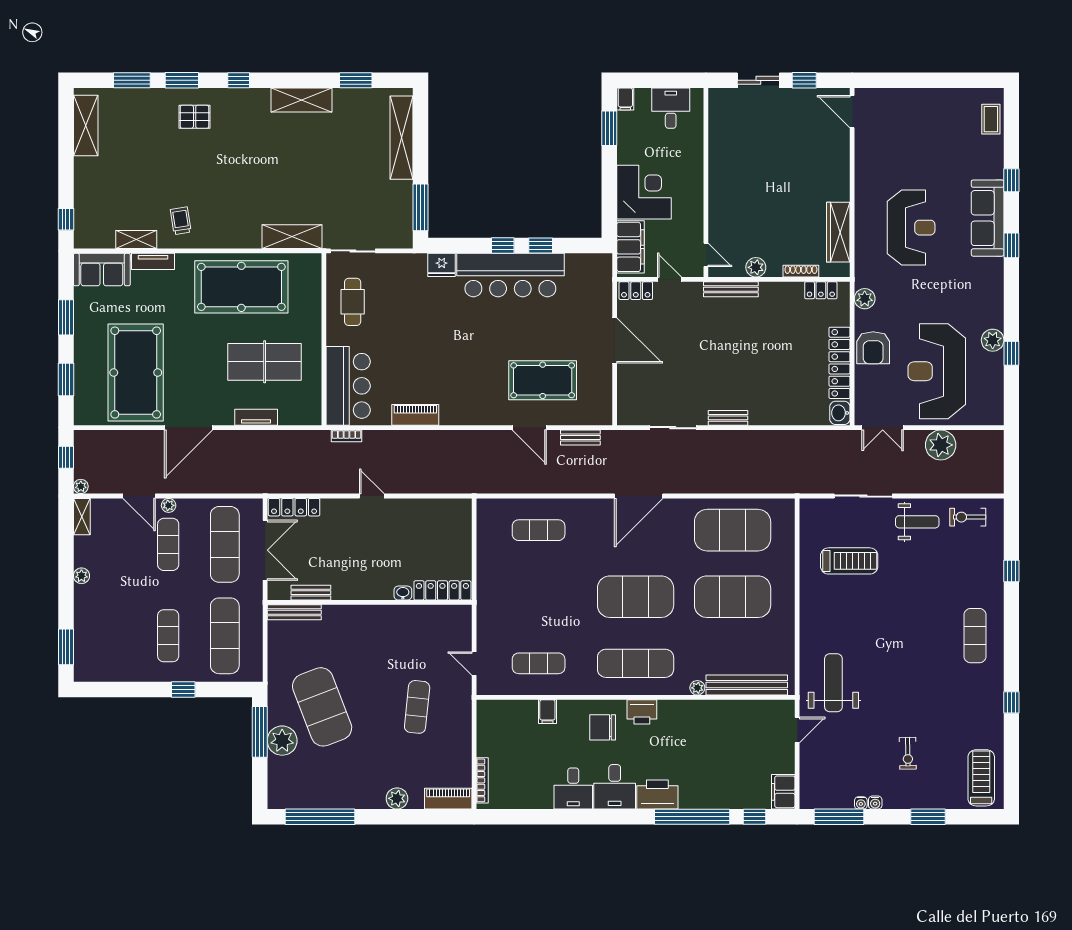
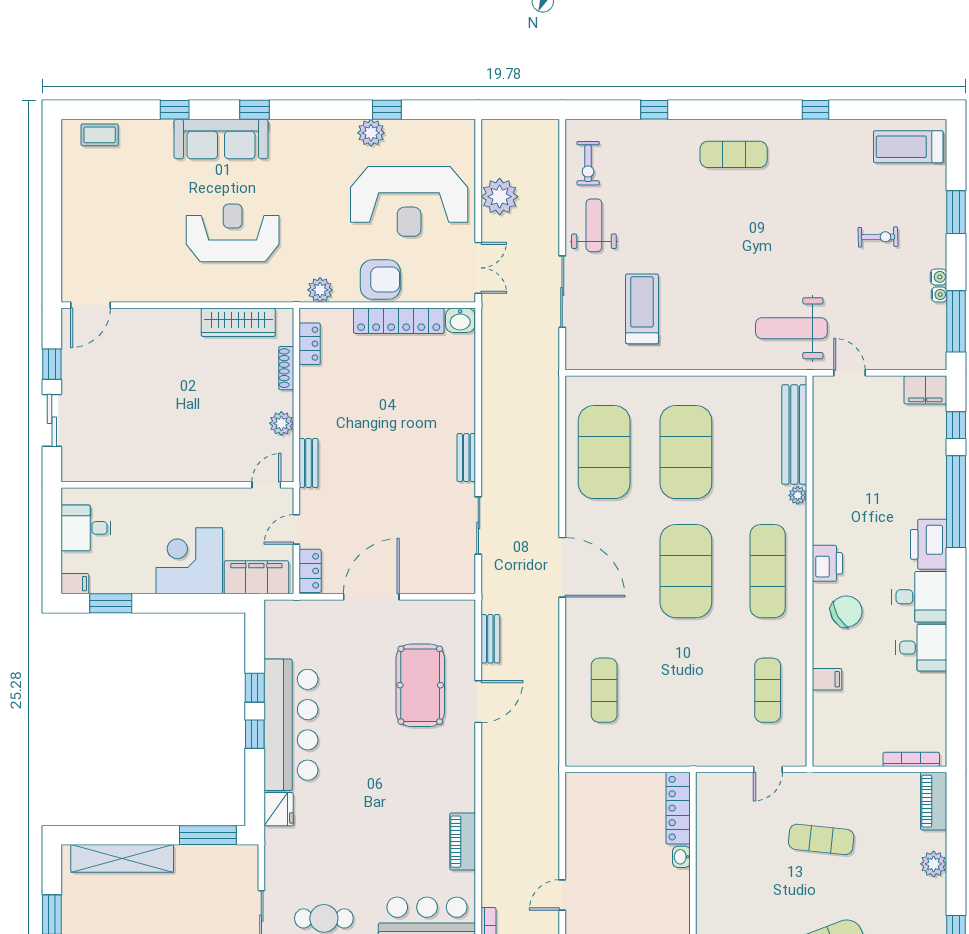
bench: (731, 289) -> (309, 463), width x0.73
chair: (603, 727) -> (846, 611), turned -120

